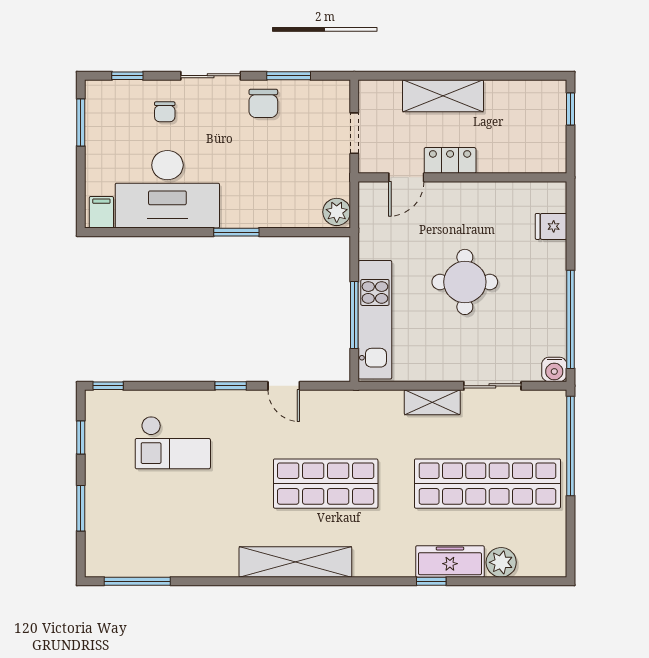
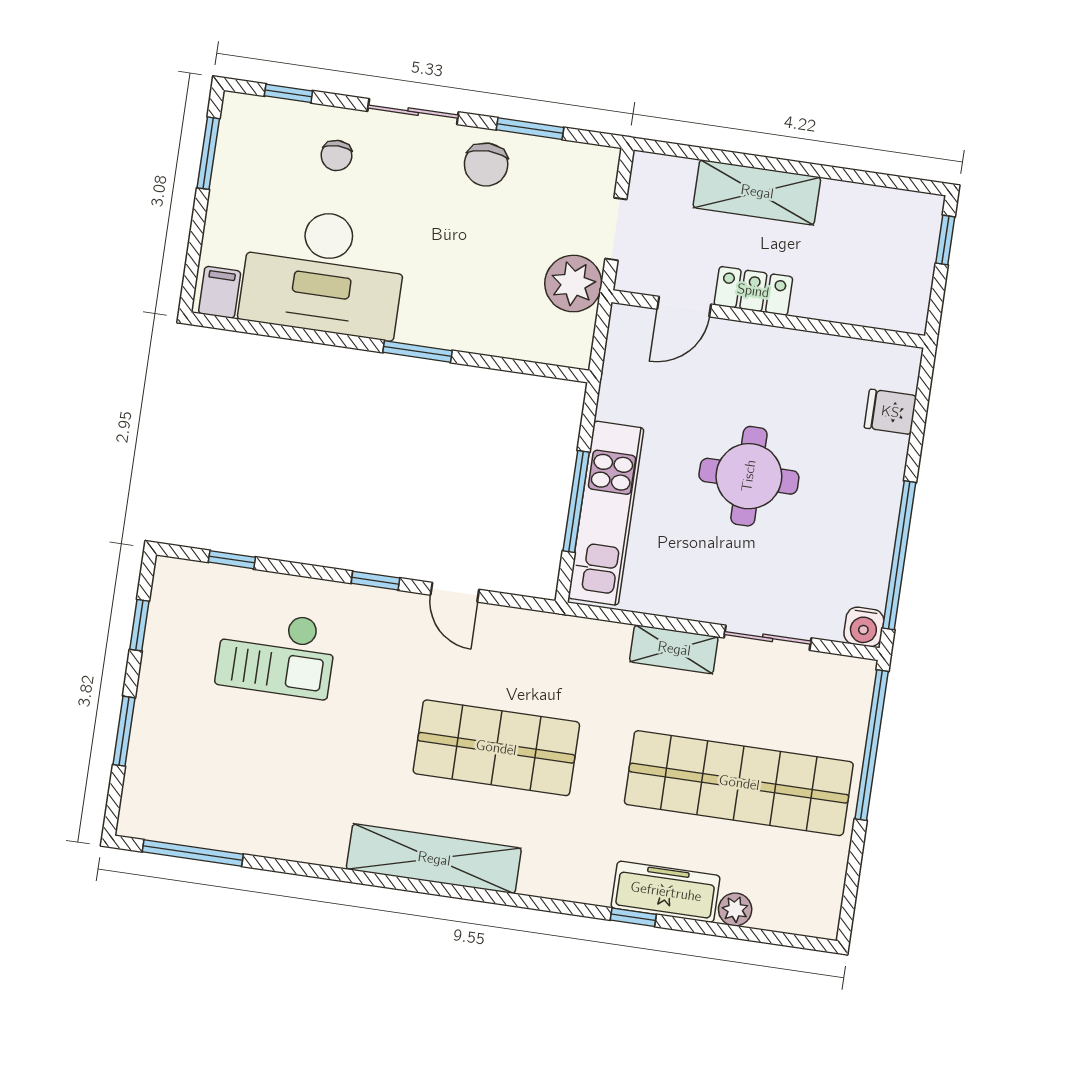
plant: (337, 212) -> (573, 284), moved, width x1.36, depth x1.36
window: (108, 386) -> (232, 560), moved
plant: (501, 562) -> (735, 909), width x0.73, depth x0.73

